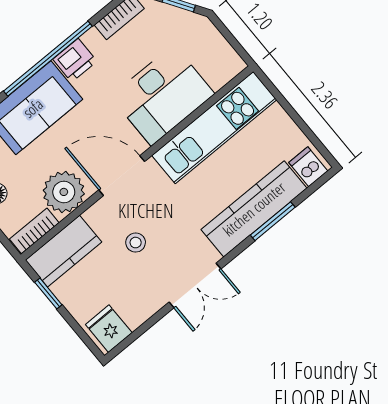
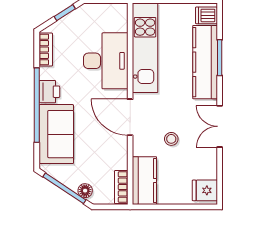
door: (122, 176) -> (130, 117), hinge flipped
plant: (64, 192) -> (114, 155), removed
double door: (195, 285) -> (220, 126), swing flipped
window: (48, 293) -> (160, 207), removed

